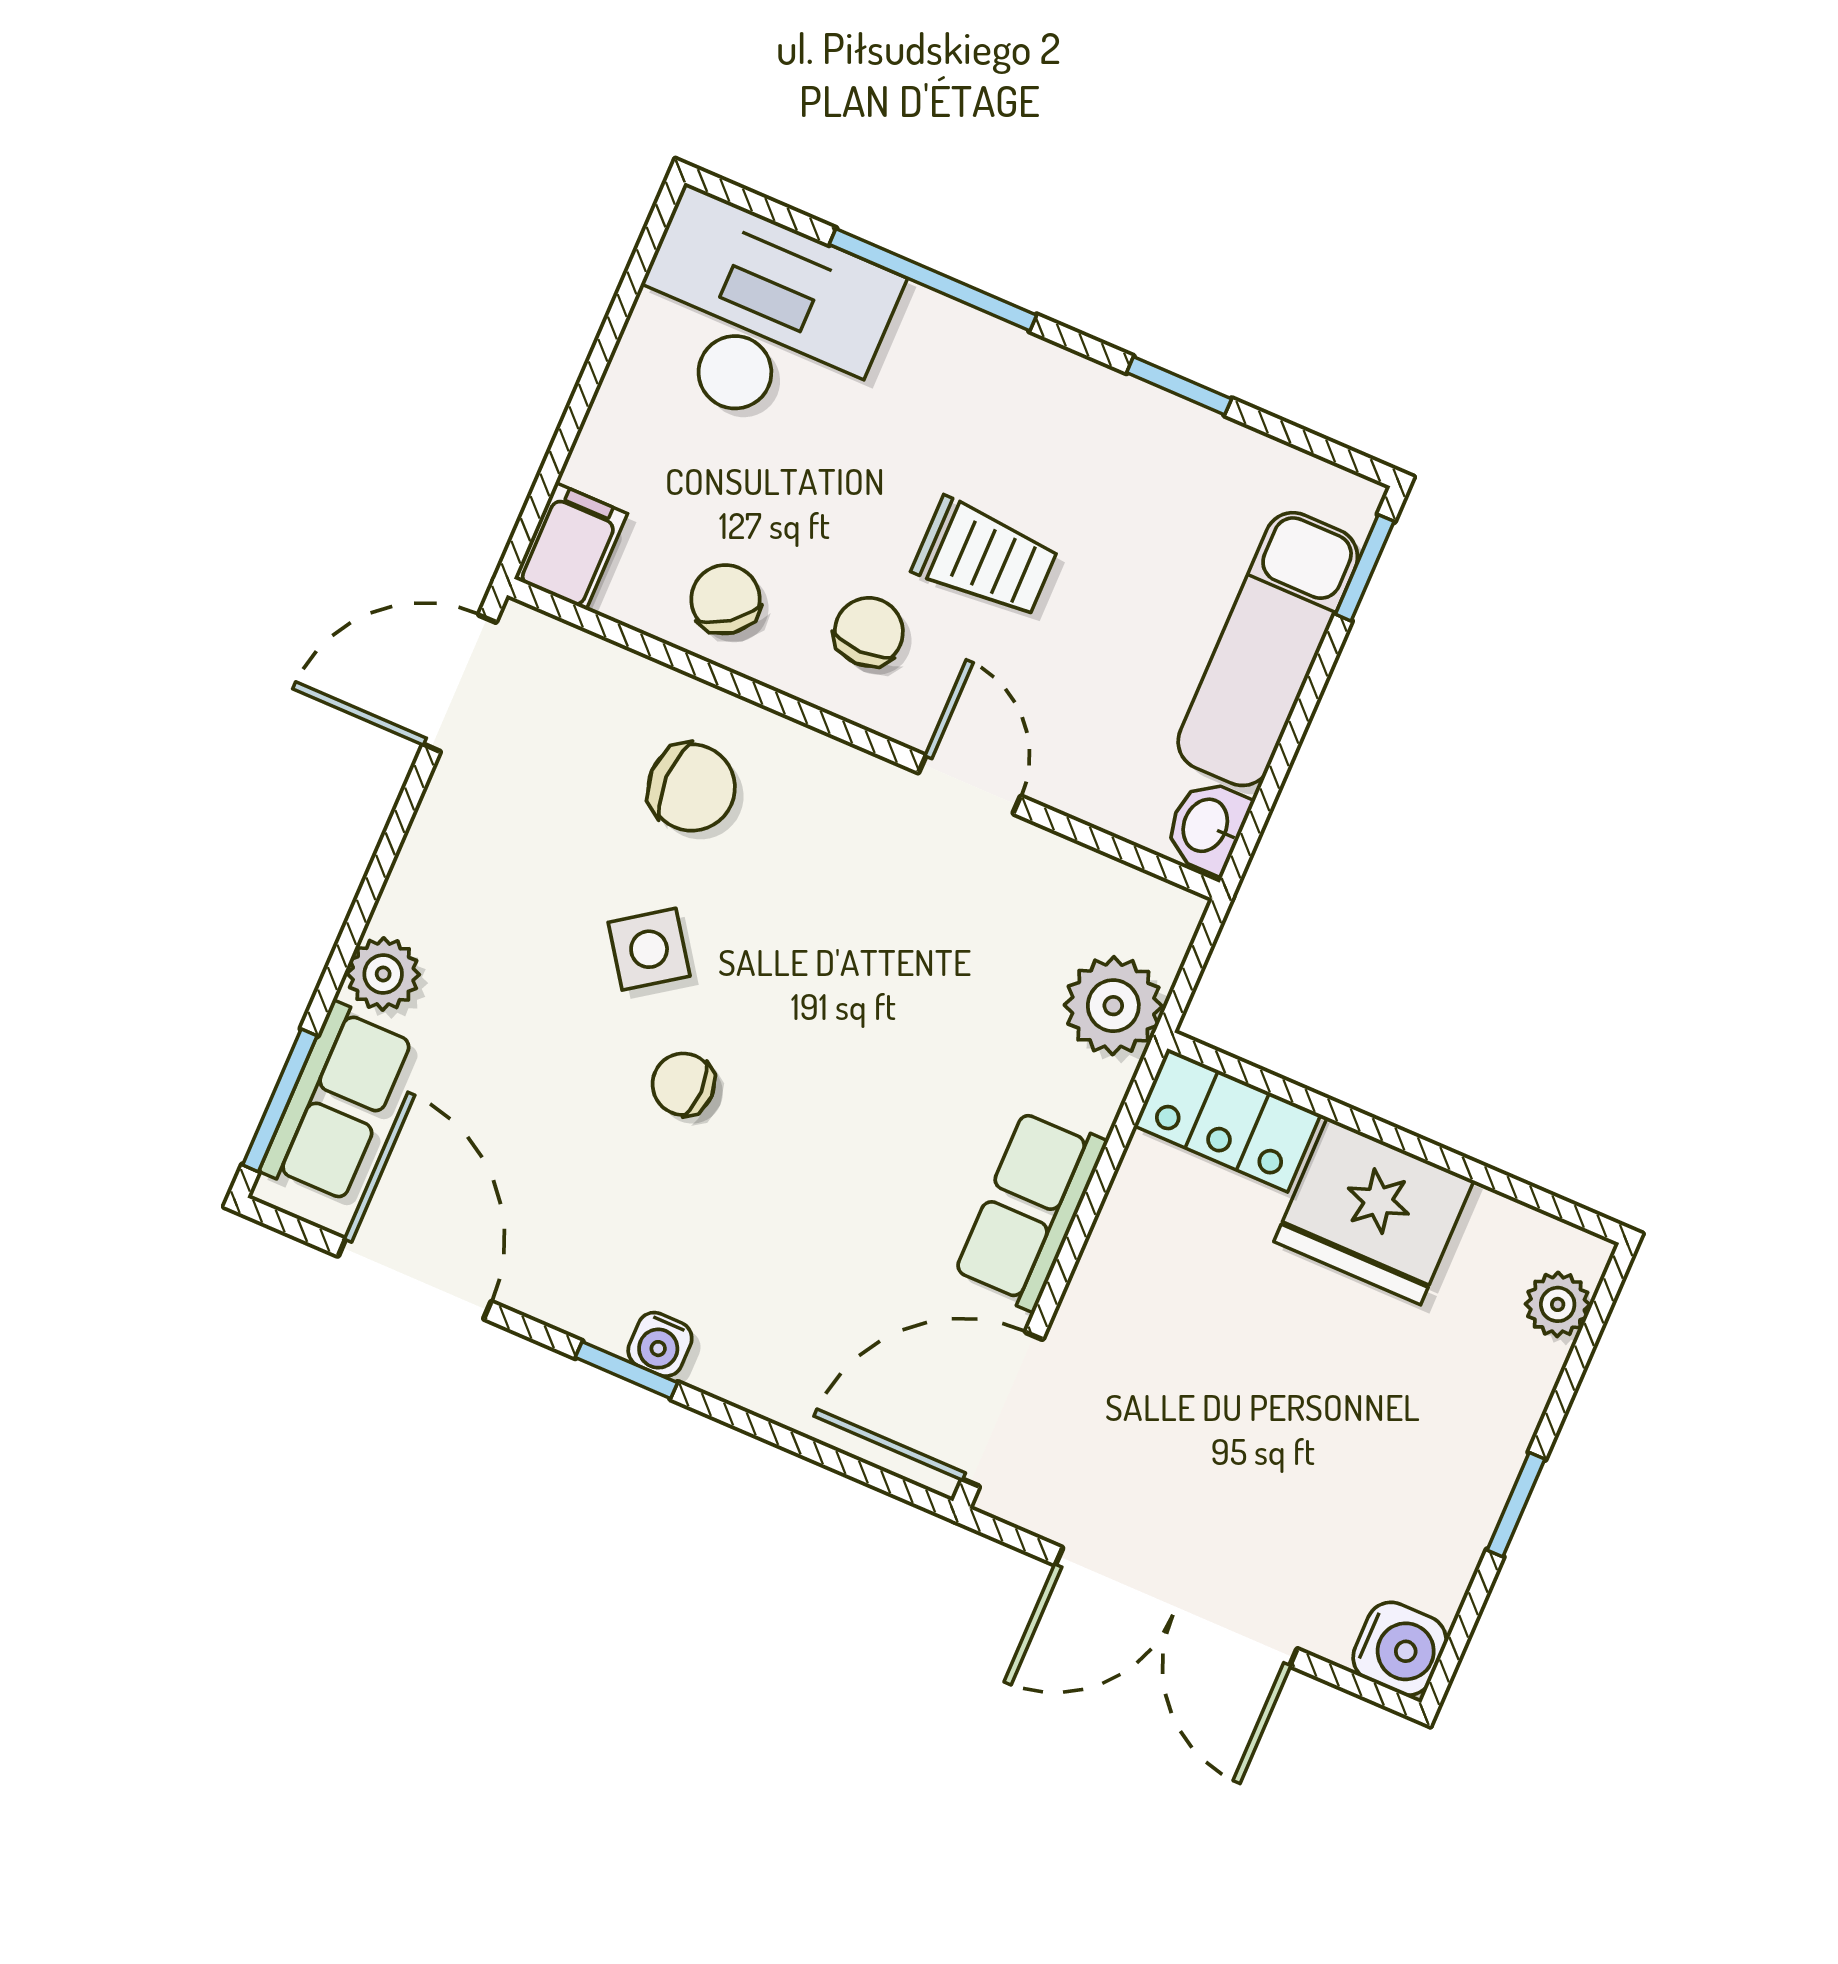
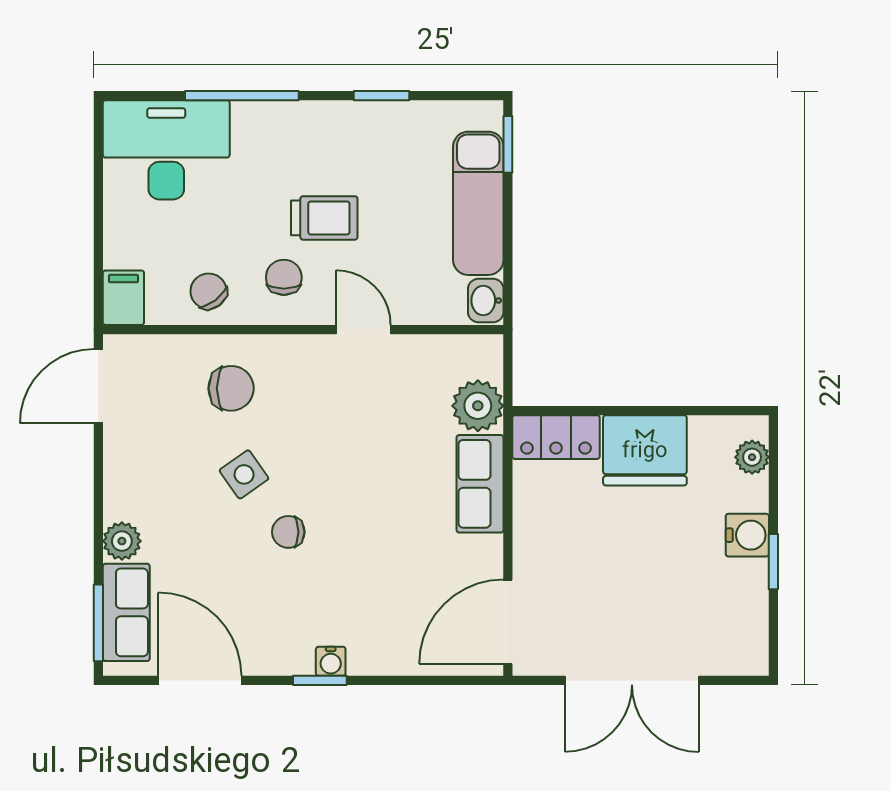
row of seats: (1030, 1209) -> (480, 484), moved
water cooler: (1400, 1649) -> (747, 535), moved

